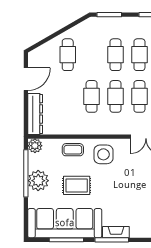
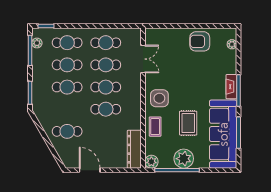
dresser: (35, 114) -> (134, 149), moved, turned -90

